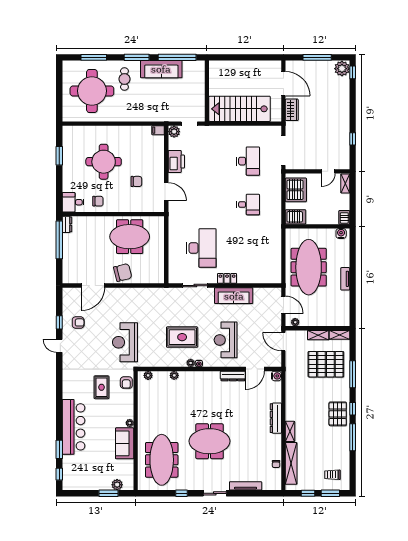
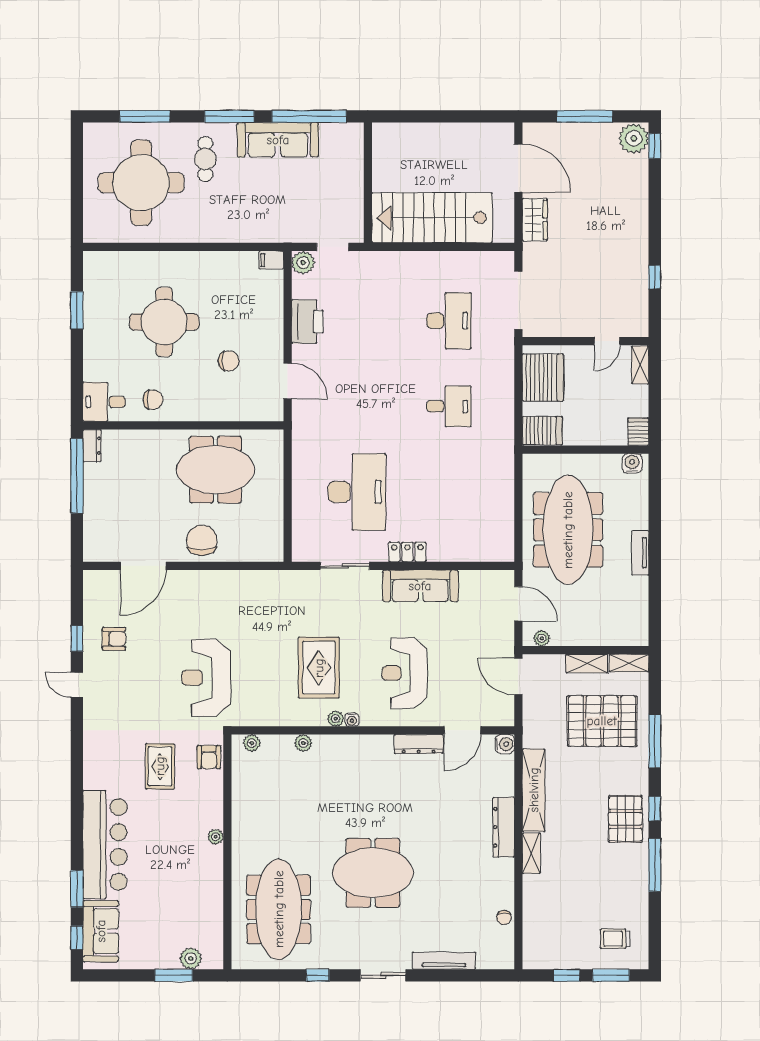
chair: (123, 272) -> (202, 540), turned -76
rug: (182, 337) -> (319, 668), turned 90
sofa: (125, 443) -> (101, 931), moved, turned 180
shelving: (291, 463) -> (534, 790), moved

